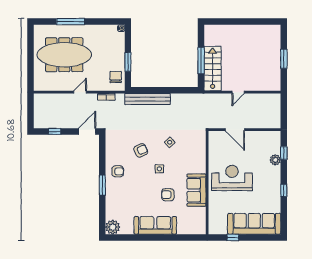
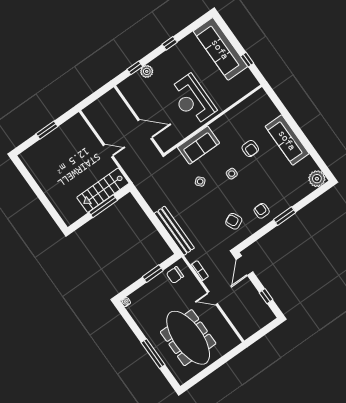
door: (235, 130) -> (145, 129), hinge flipped
door: (87, 131) -> (245, 266), hinge flipped
armchair: (141, 150) -> (234, 221), moved
sofa: (196, 190) -> (199, 145), moved

